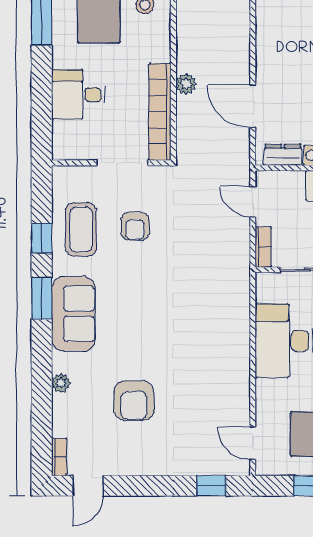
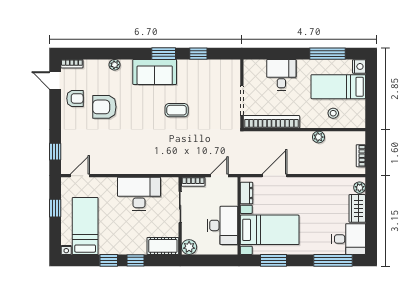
plant: (186, 84) -> (319, 137), moved
armchair: (135, 226) -> (75, 98), moved, turned 180
coffee table: (81, 229) -> (177, 110), moved, width x0.73, depth x0.77

